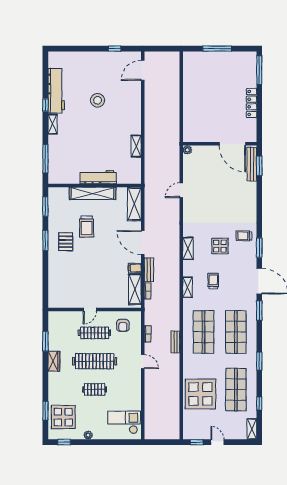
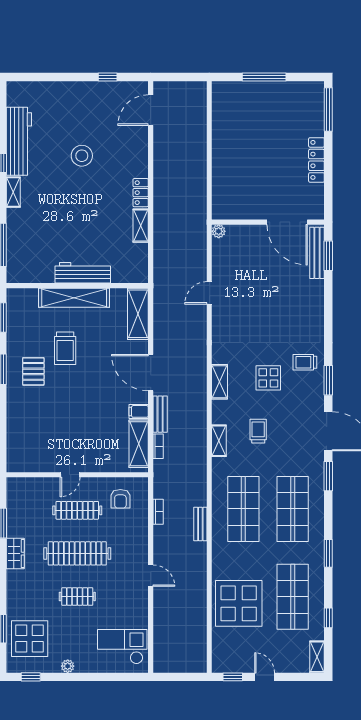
locker: (136, 124) -> (141, 193), added
door: (143, 362) -> (151, 576), moved

